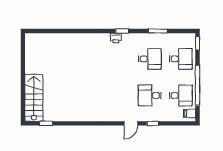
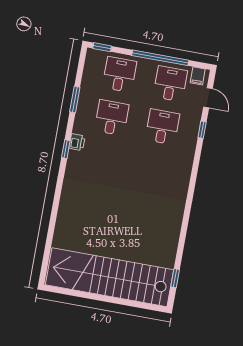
printer: (116, 38) -> (77, 142), moved
desk: (150, 95) -> (162, 127), turned 180
stairs: (34, 98) -> (109, 277), width x1.86, depth x1.51
door: (131, 123) -> (208, 98), moved

